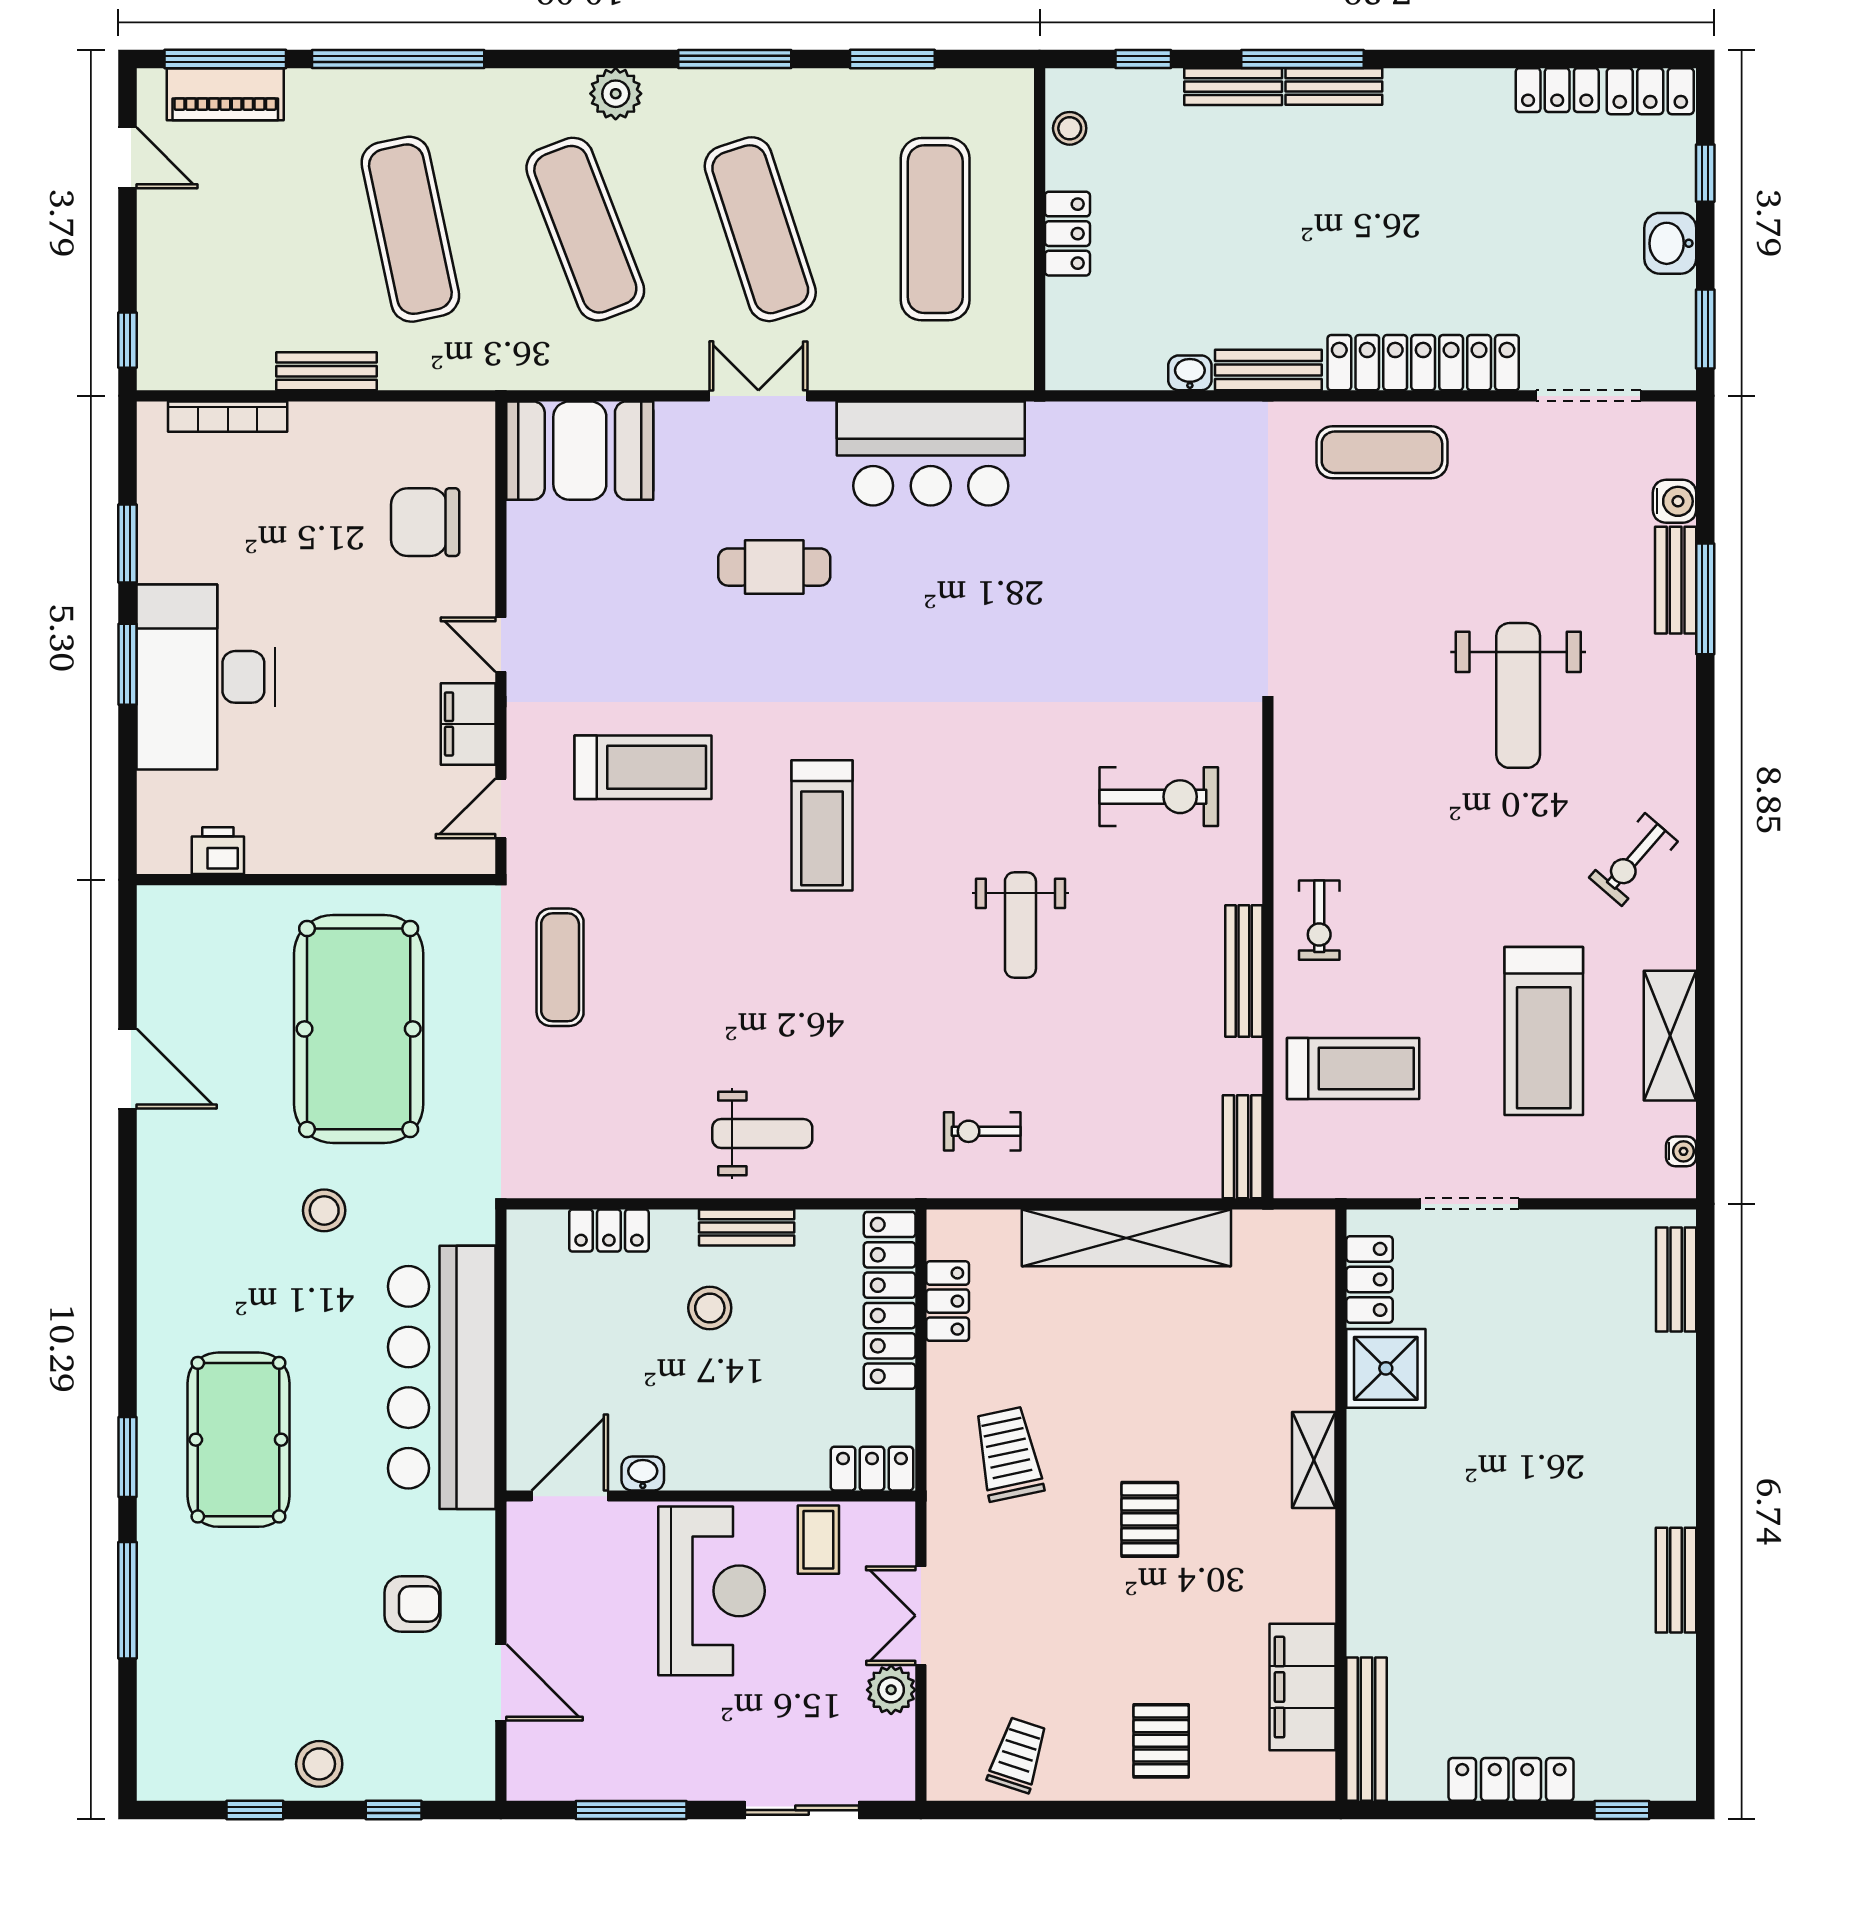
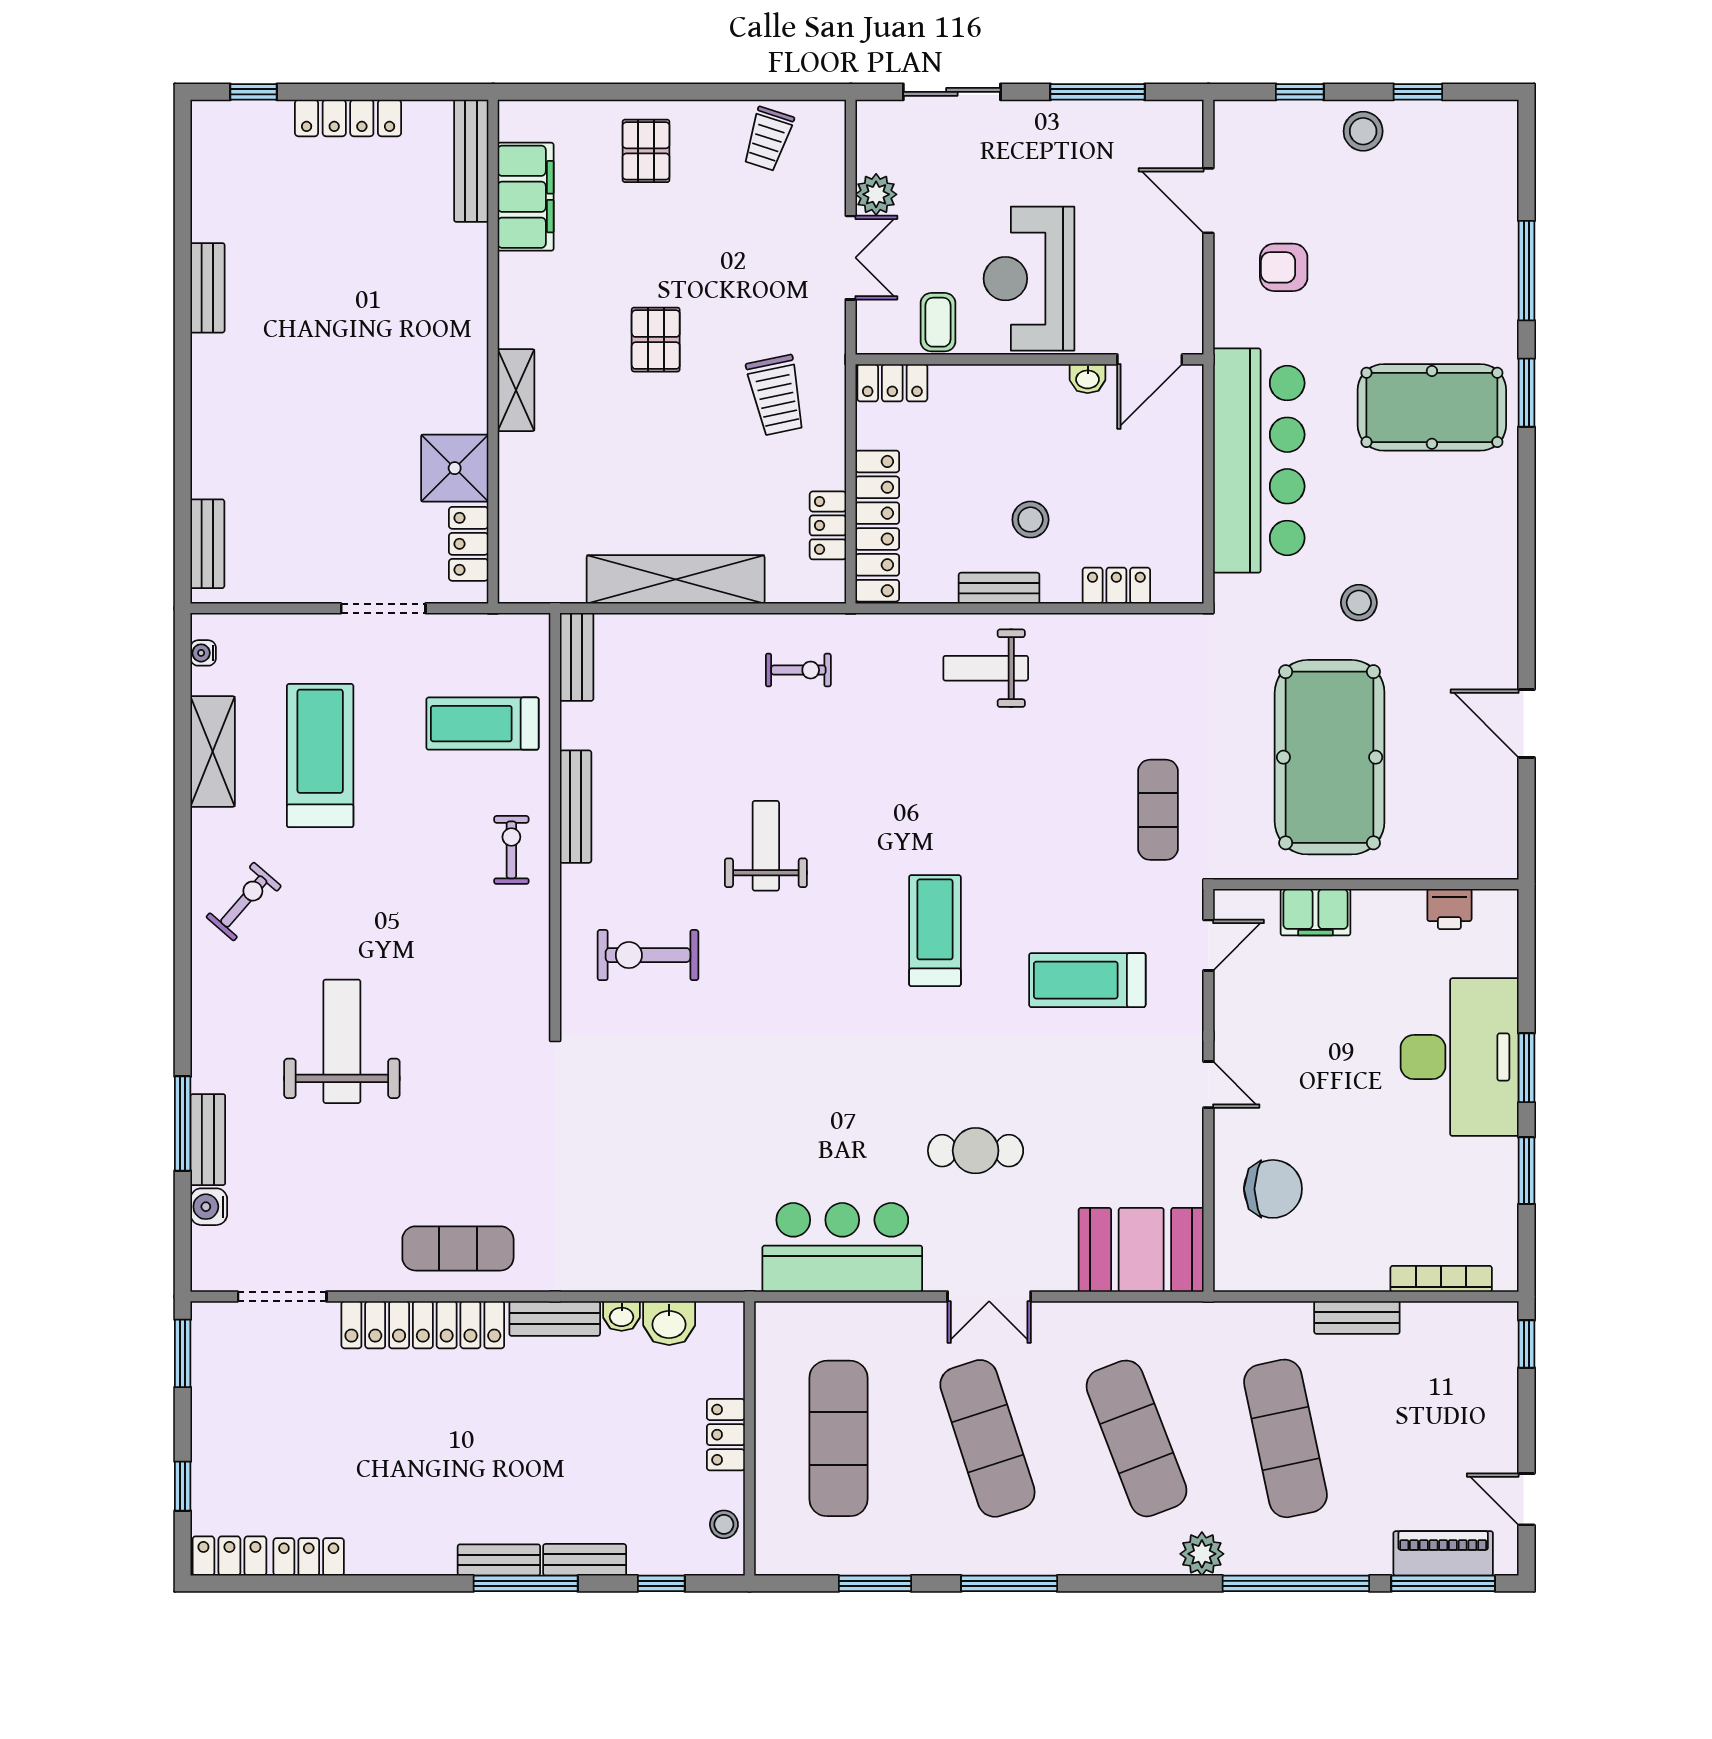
plant: (616, 94) -> (1202, 1554), moved
washbasin: (1670, 243) -> (669, 1323), moved, turned 90
filing cabinet: (468, 724) -> (1316, 912), moved, turned 90
pool table: (238, 1440) -> (1432, 407), turned 90

